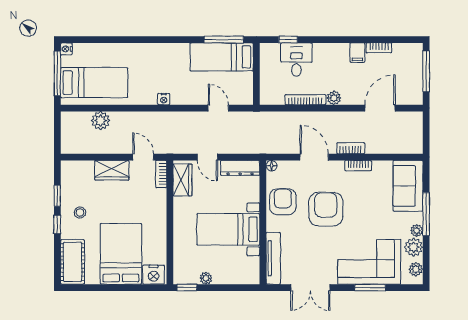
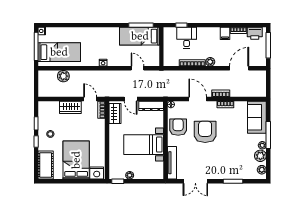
printer: (405, 52) -> (255, 33), added
corner sofa: (369, 262) -> (232, 165), removed

